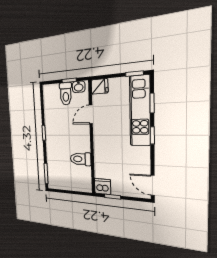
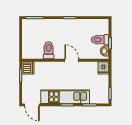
kitchen unit: (140, 111) -> (65, 97), moved
door: (91, 114) -> (72, 60), moved
door: (153, 185) -> (32, 105), swing flipped

